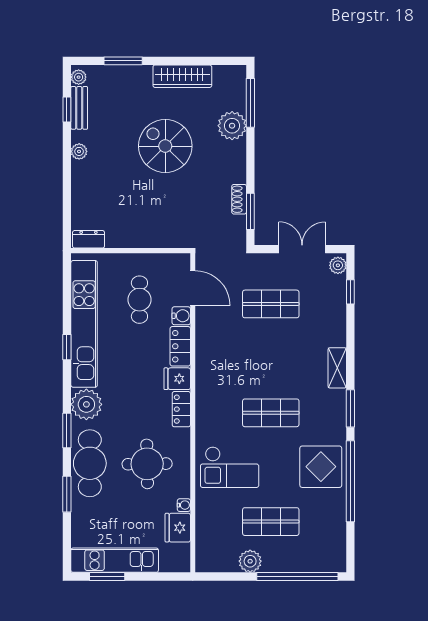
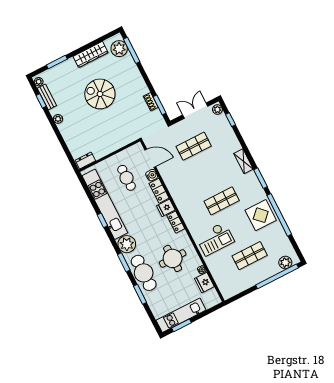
plant: (232, 126) -> (119, 49), moved
plant: (250, 561) -> (285, 263), moved

